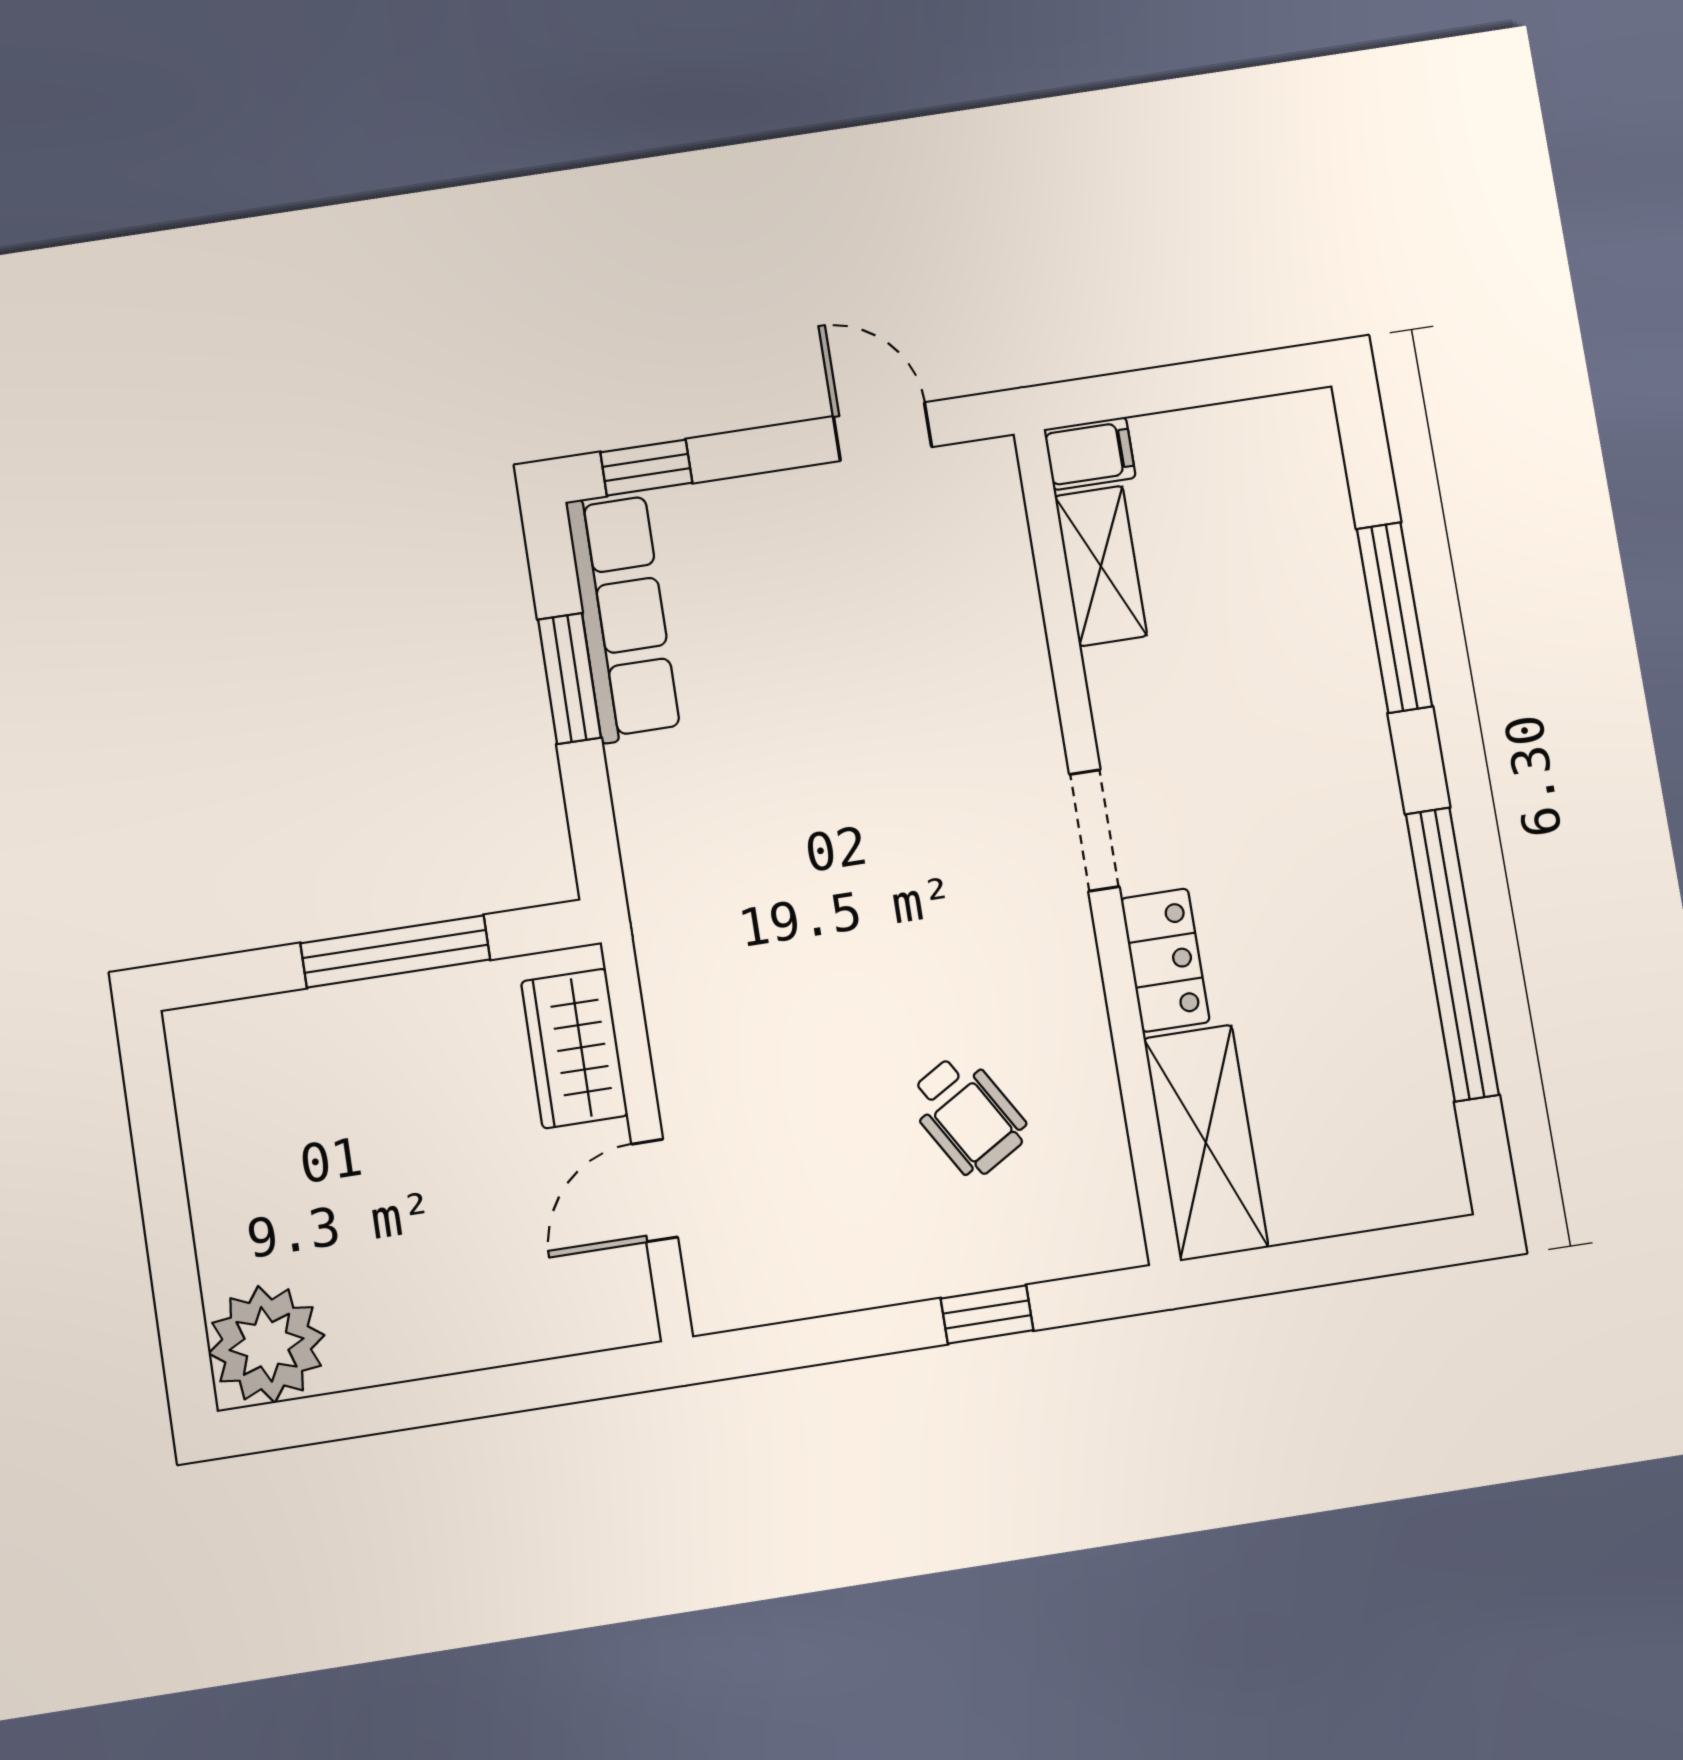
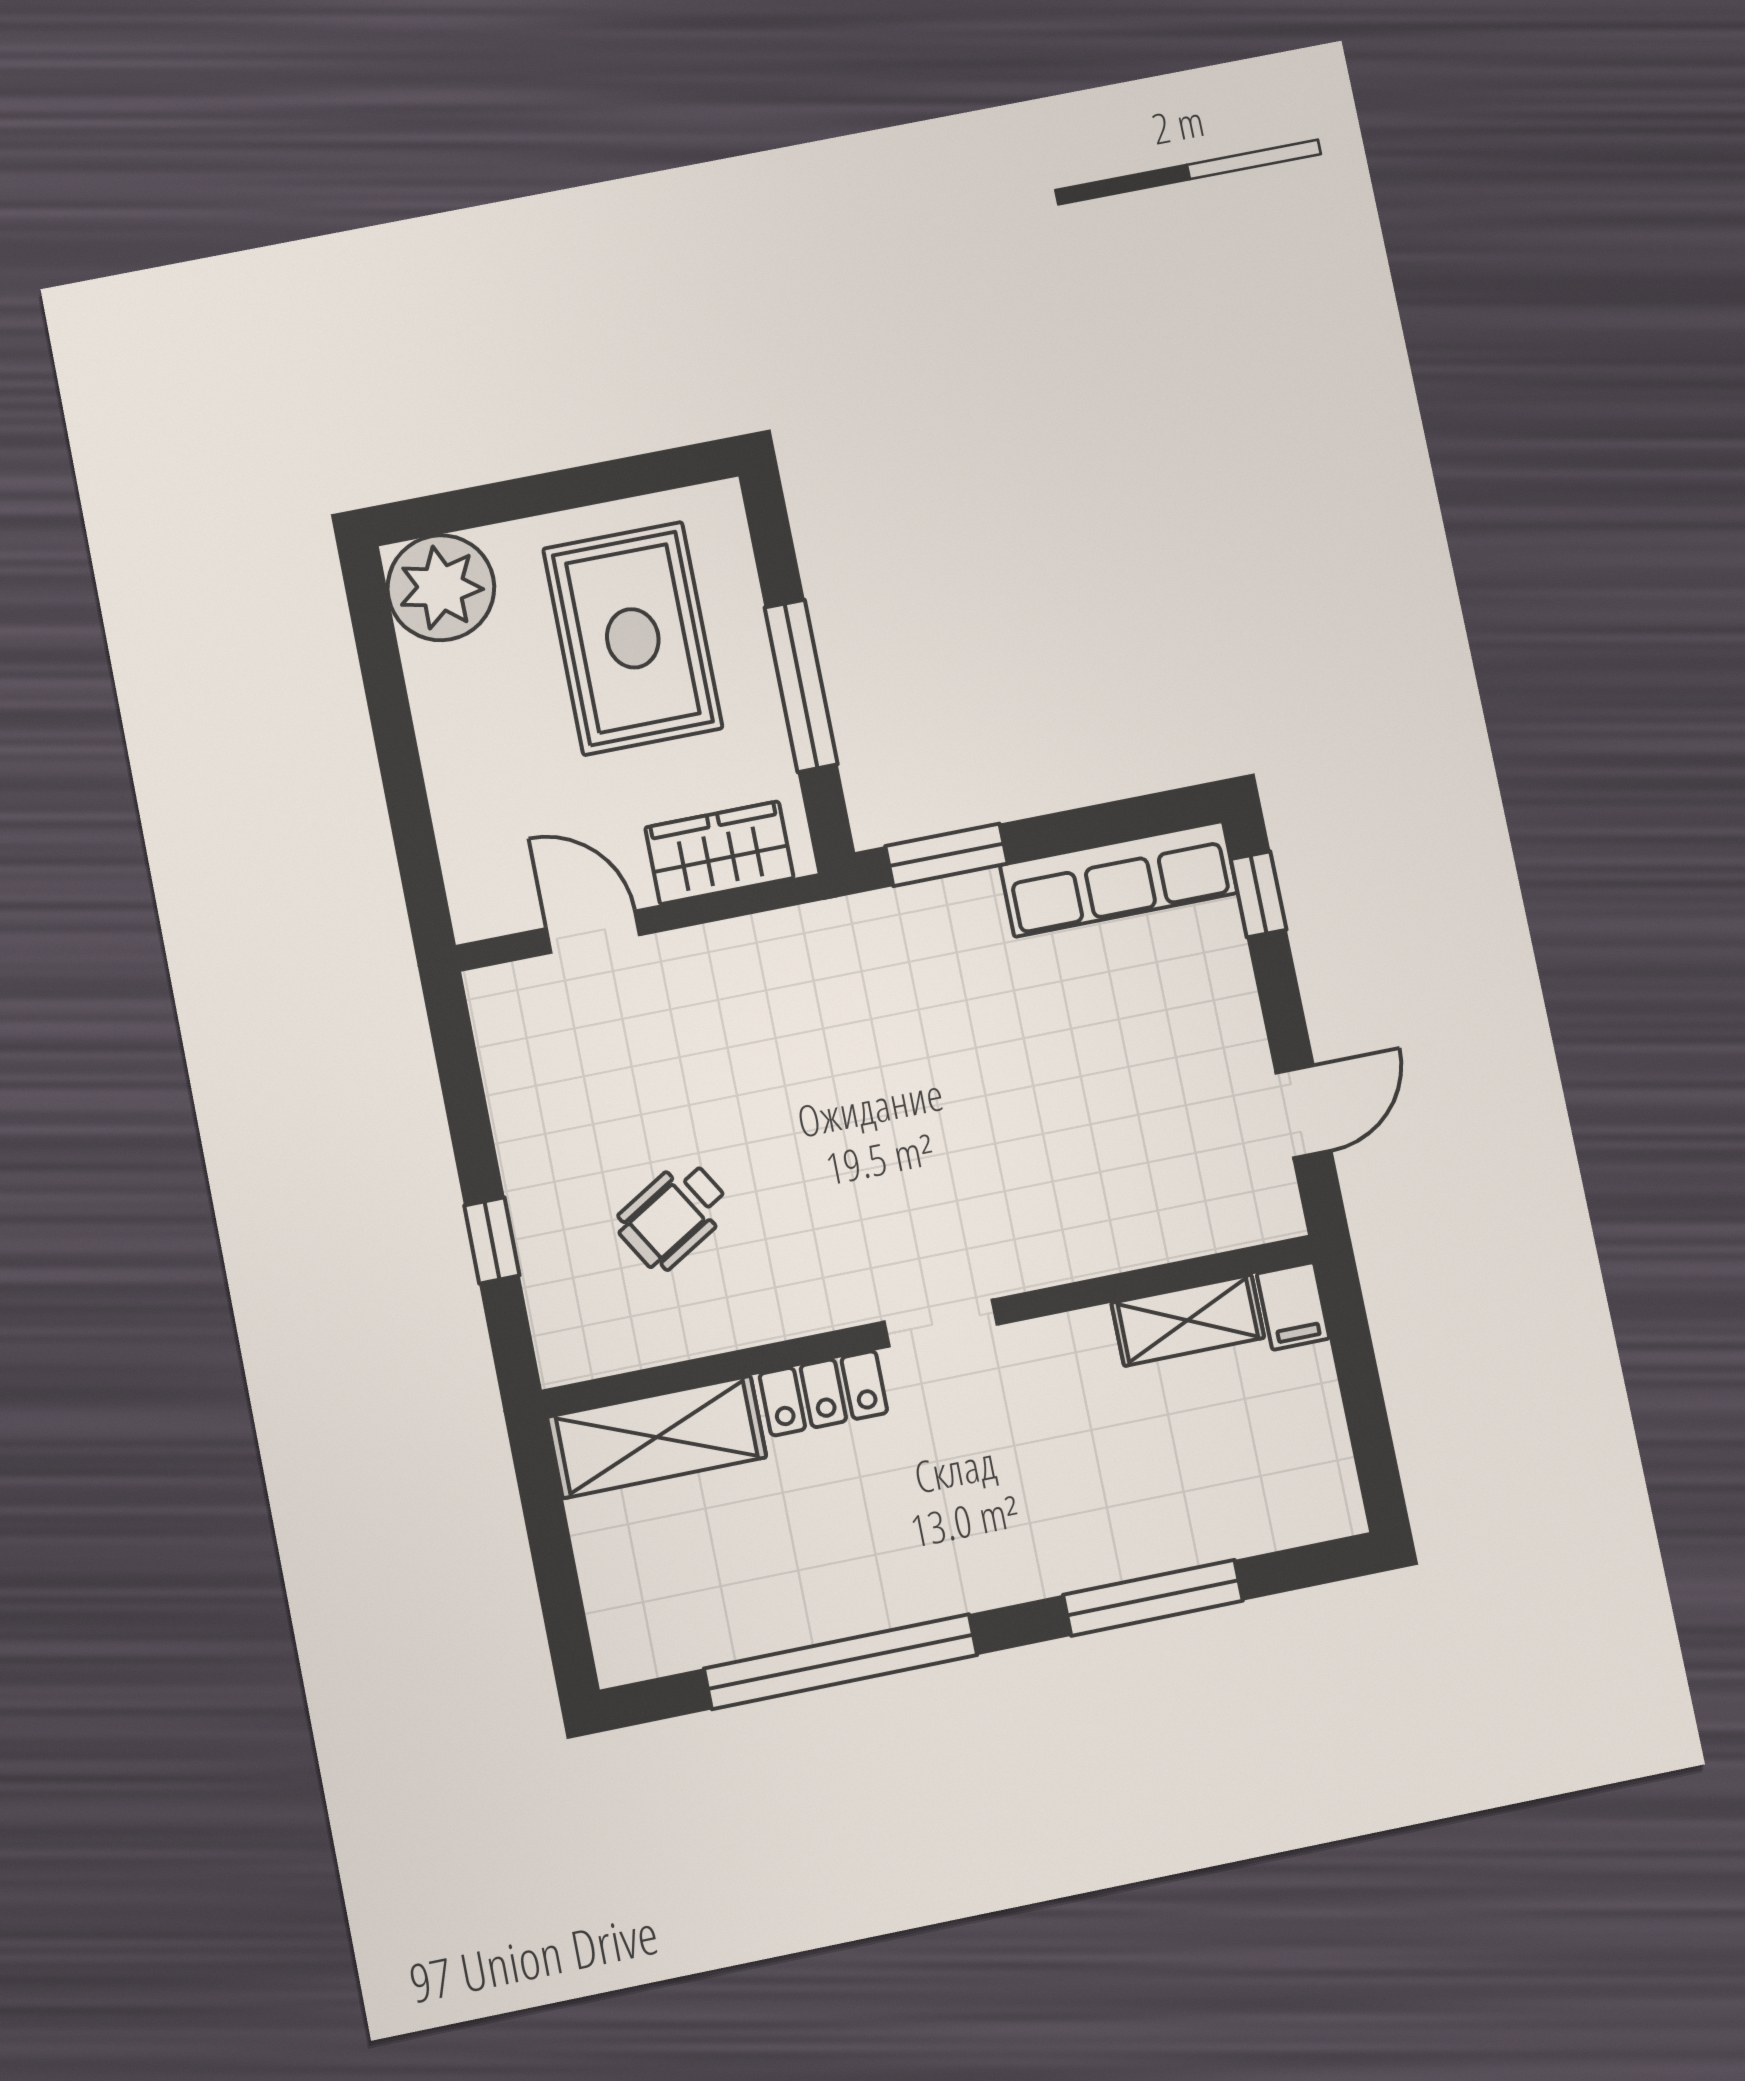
window: (570, 679) -> (947, 855), moved
rug: (334, 1134) -> (633, 638), added

